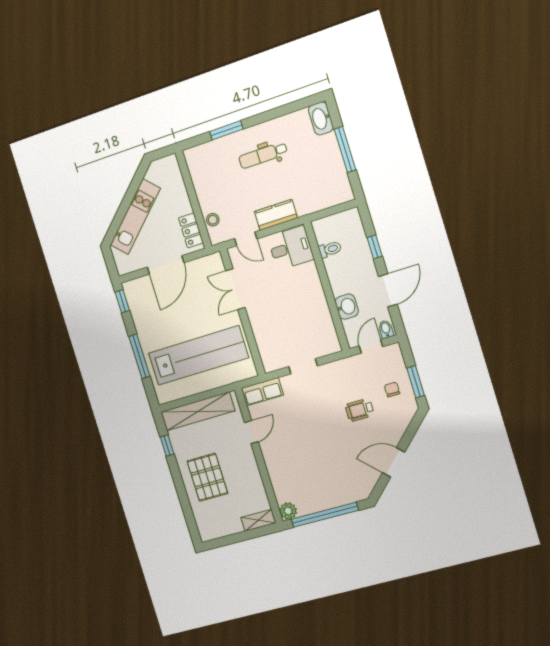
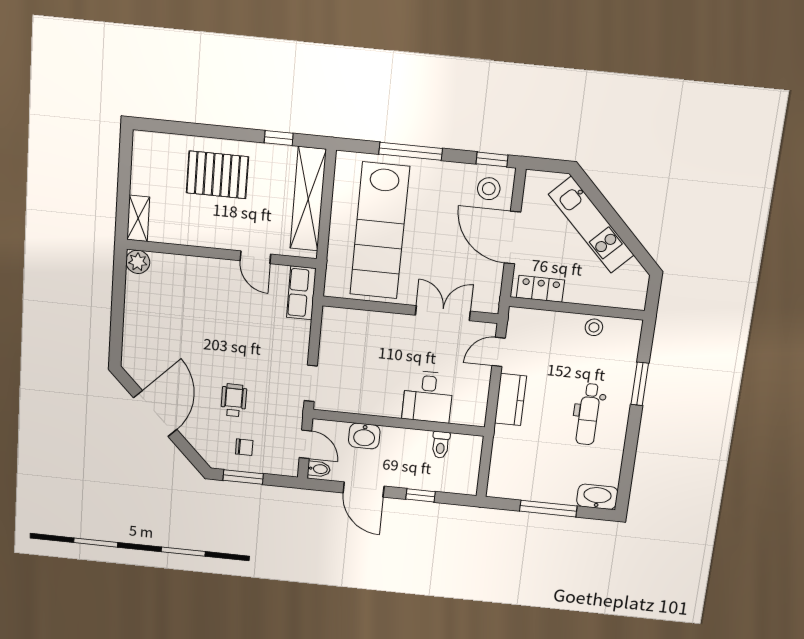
dental chair: (263, 155) -> (588, 414), turned 180
stool: (213, 220) -> (594, 327), moved
desk: (291, 248) -> (428, 397), moved
stool: (141, 295) -> (489, 189), added
doorway: (303, 366) -> (311, 383), moved
door: (394, 462) -> (155, 414), width x1.36
window: (325, 515) -> (118, 306), removed

